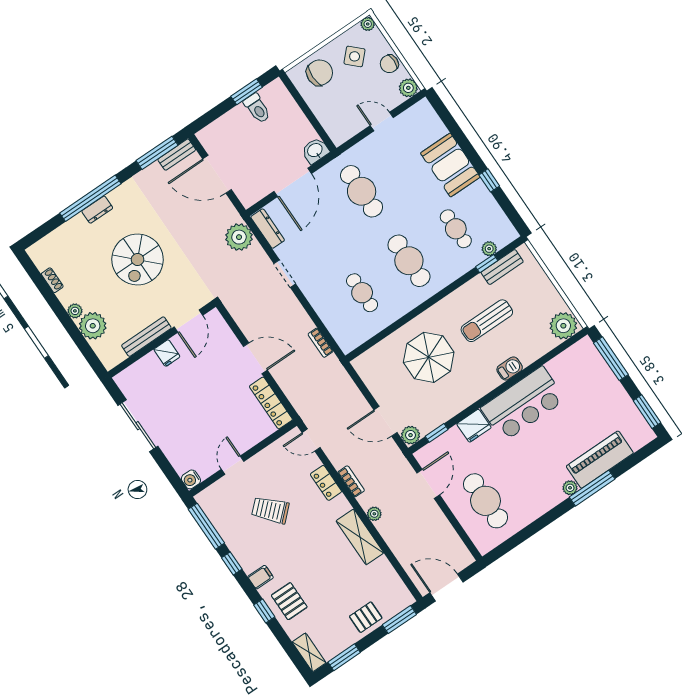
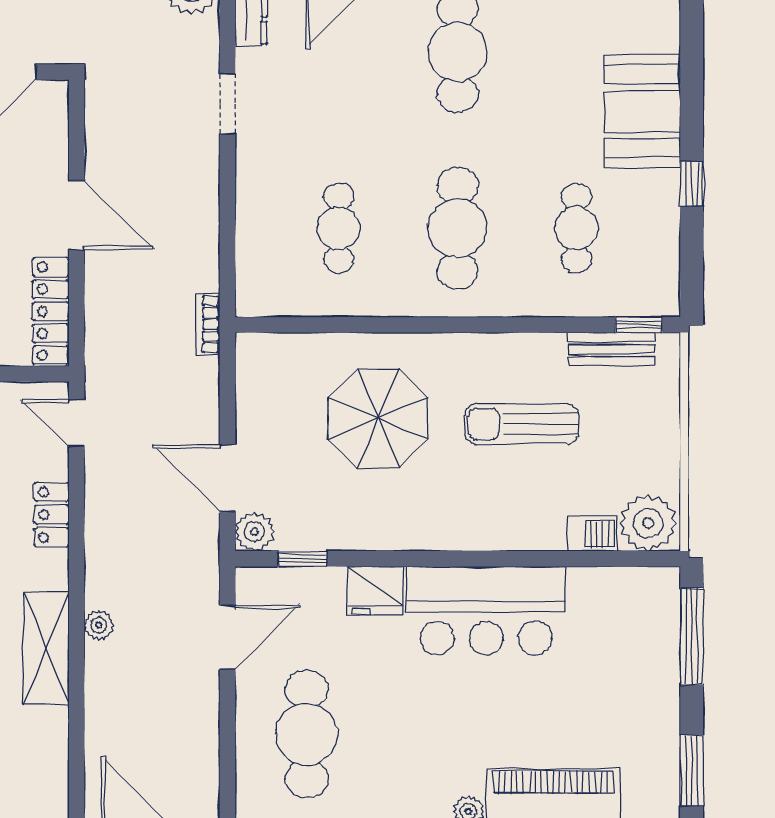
plant: (489, 249) -> (611, 302), removed
window: (487, 264) -> (639, 325), moved
bookcase: (321, 343) -> (208, 324), moved
barbecue: (510, 369) -> (592, 534), moved
bookcase: (351, 481) -> (97, 542), removed

